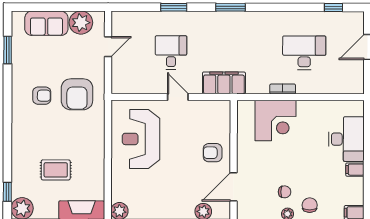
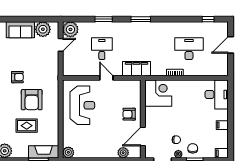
plant: (123, 23) -> (70, 29), added
armchair: (77, 94) -> (32, 100), moved
corner desk: (275, 121) -> (158, 93), moved, turned -90
reception desk: (141, 139) -> (82, 105), turned 180
desk: (346, 139) -> (217, 94), moved

